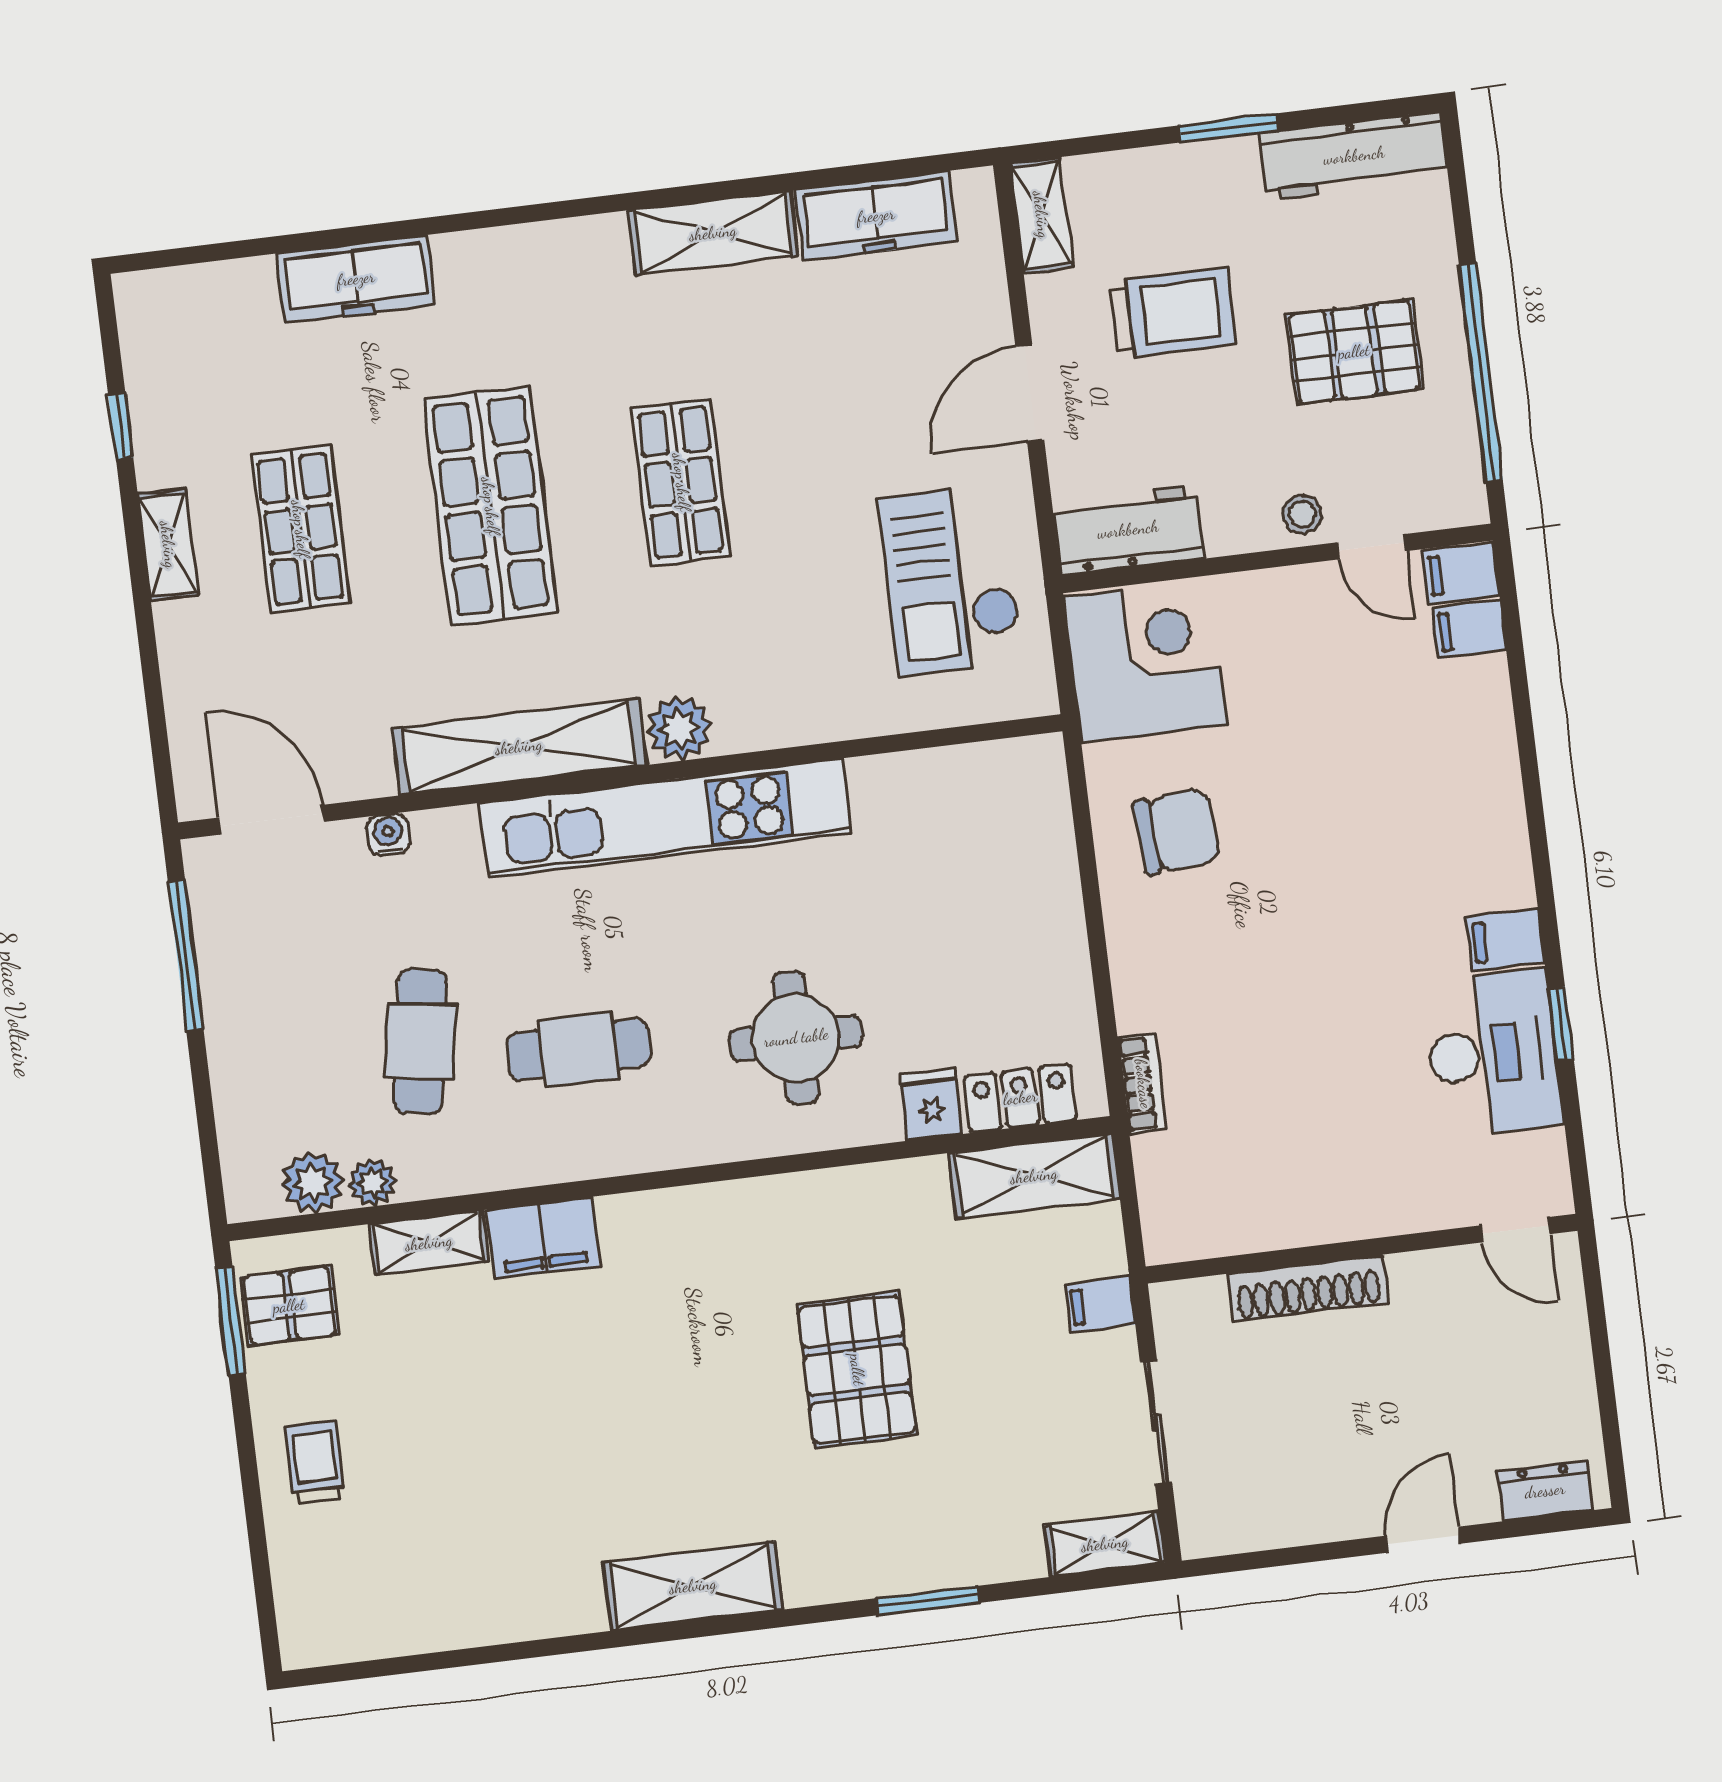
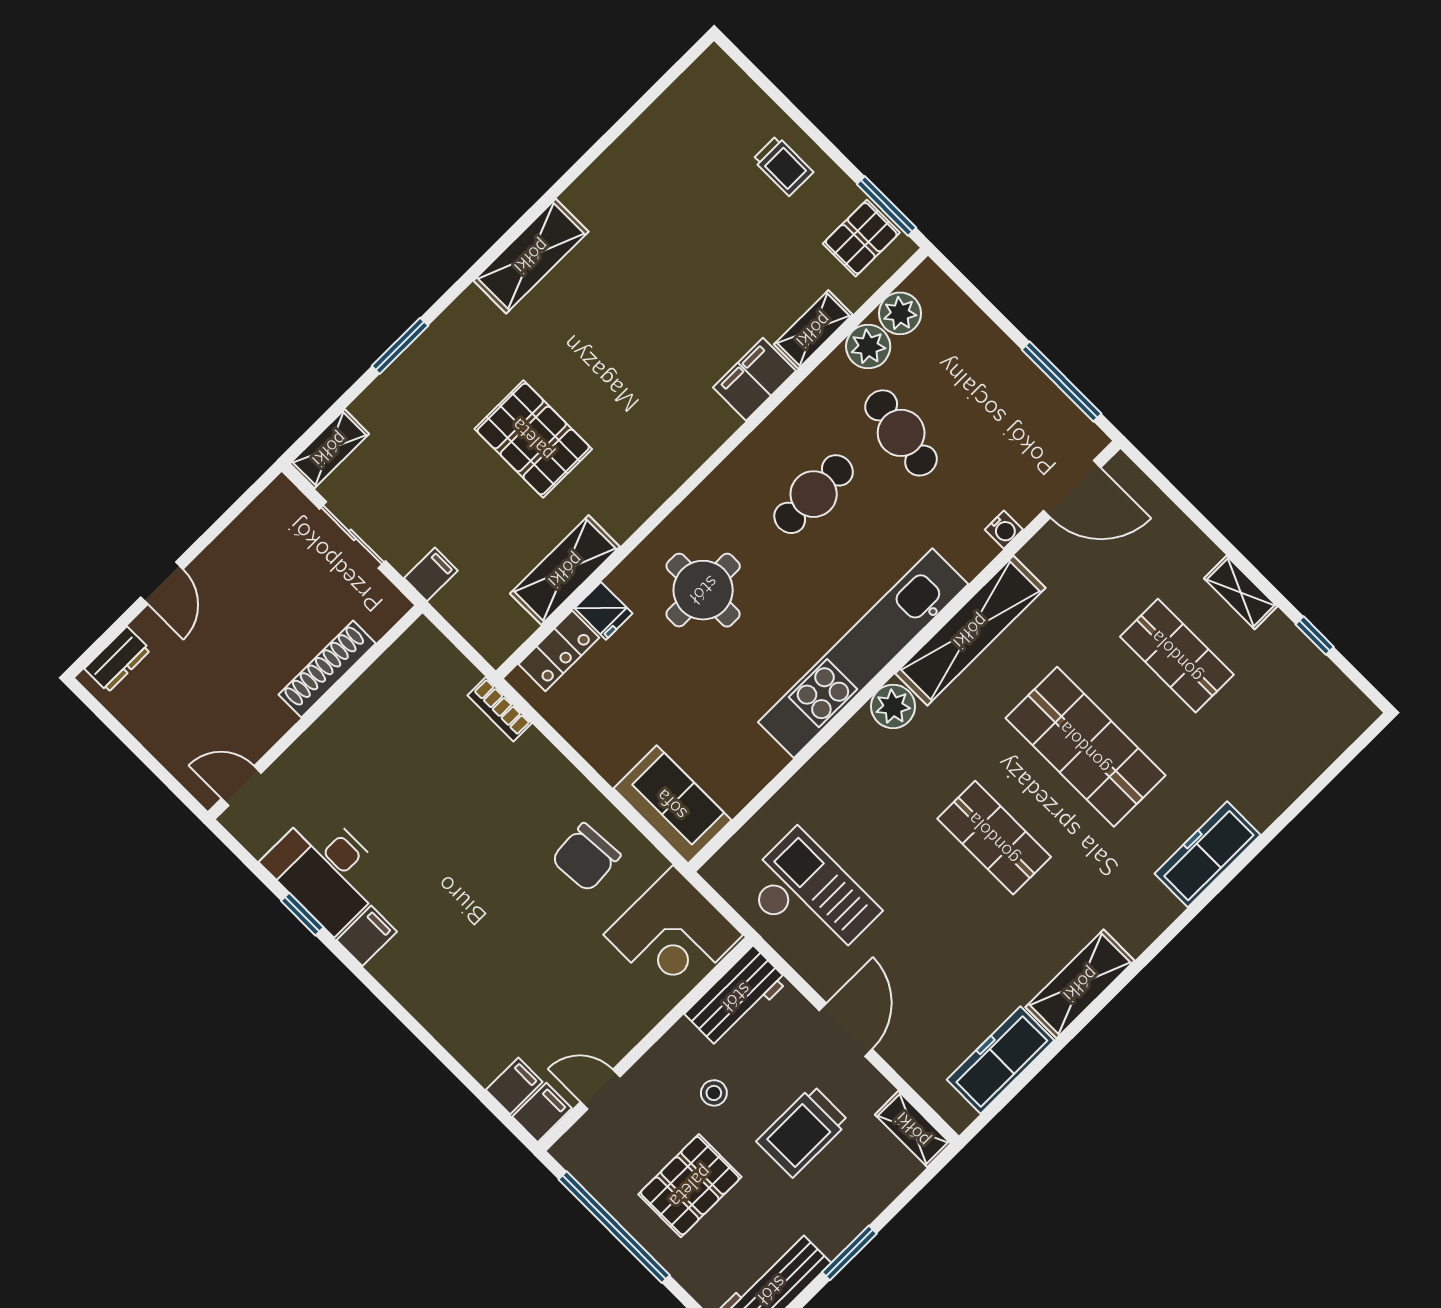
freezer: (356, 279) -> (1207, 854), moved
stool: (1302, 514) -> (714, 1093), moved
sofa: (1027, 815) -> (672, 804), added
shelving: (1034, 1176) -> (565, 570), moved
plant: (372, 1183) -> (868, 346), width x1.38, depth x1.38

